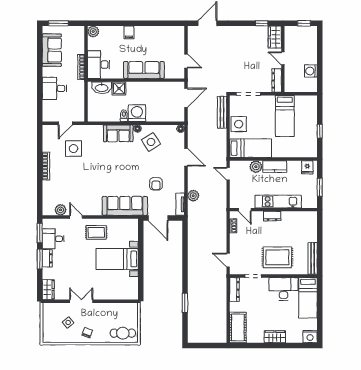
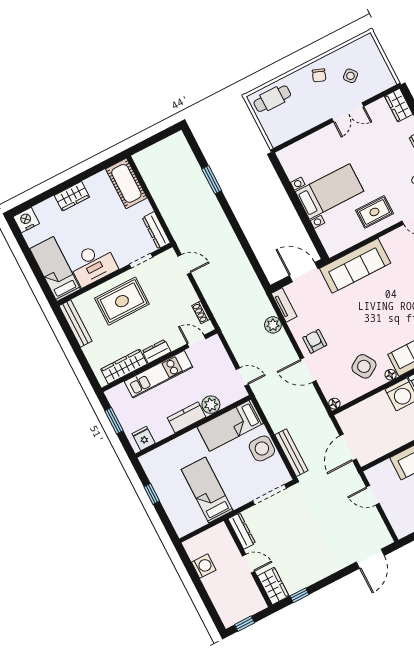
armchair: (156, 184) -> (315, 341), moved
wardrobe: (297, 217) -> (124, 367), added

